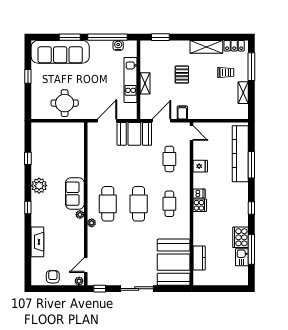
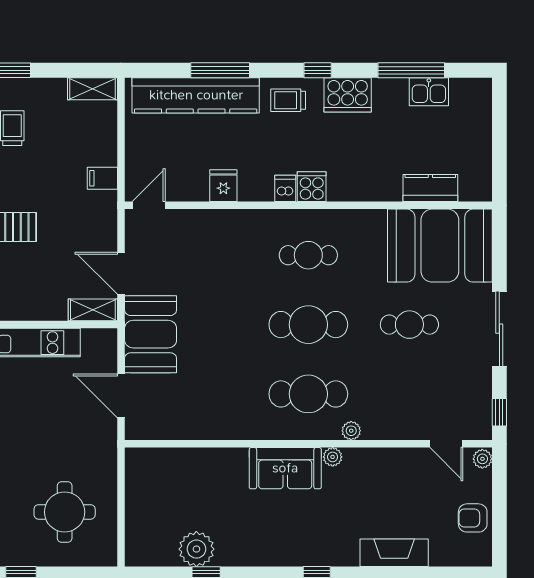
shelving: (145, 83) -> (93, 310), moved
shelving: (243, 93) -> (93, 89), moved
round table: (65, 103) -> (65, 512), moved
filing cabinet: (182, 112) -> (102, 178), moved
cafe table: (169, 159) -> (409, 325), moved
plant: (39, 186) -> (196, 549), moved
trolley: (238, 195) -> (288, 100), added
cooker: (240, 237) -> (348, 95), moved

